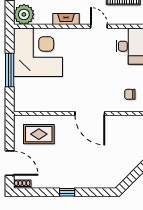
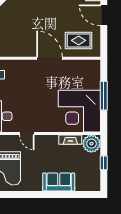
fireplace: (66, 19) -> (70, 140), moved
door: (90, 113) -> (50, 58), moved

